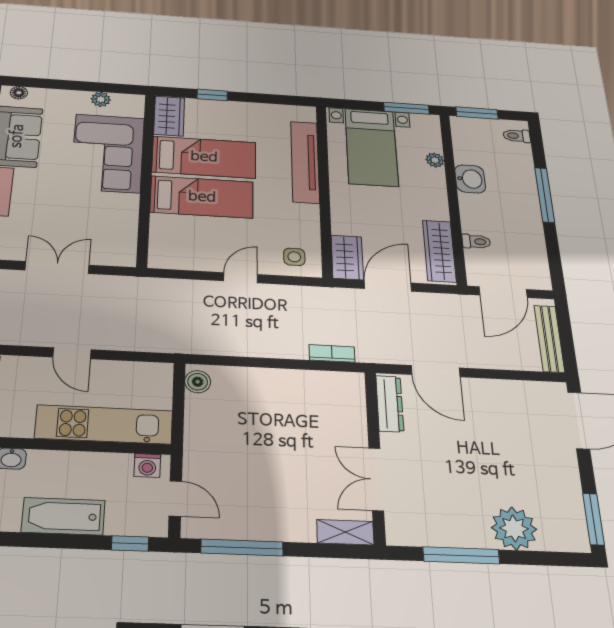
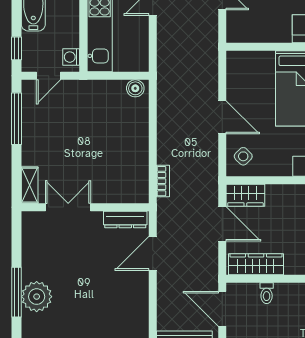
side table: (294, 257) -> (243, 156), turned 45
door: (241, 278) -> (222, 117), width x1.38
window: (461, 555) -> (17, 292), moved

